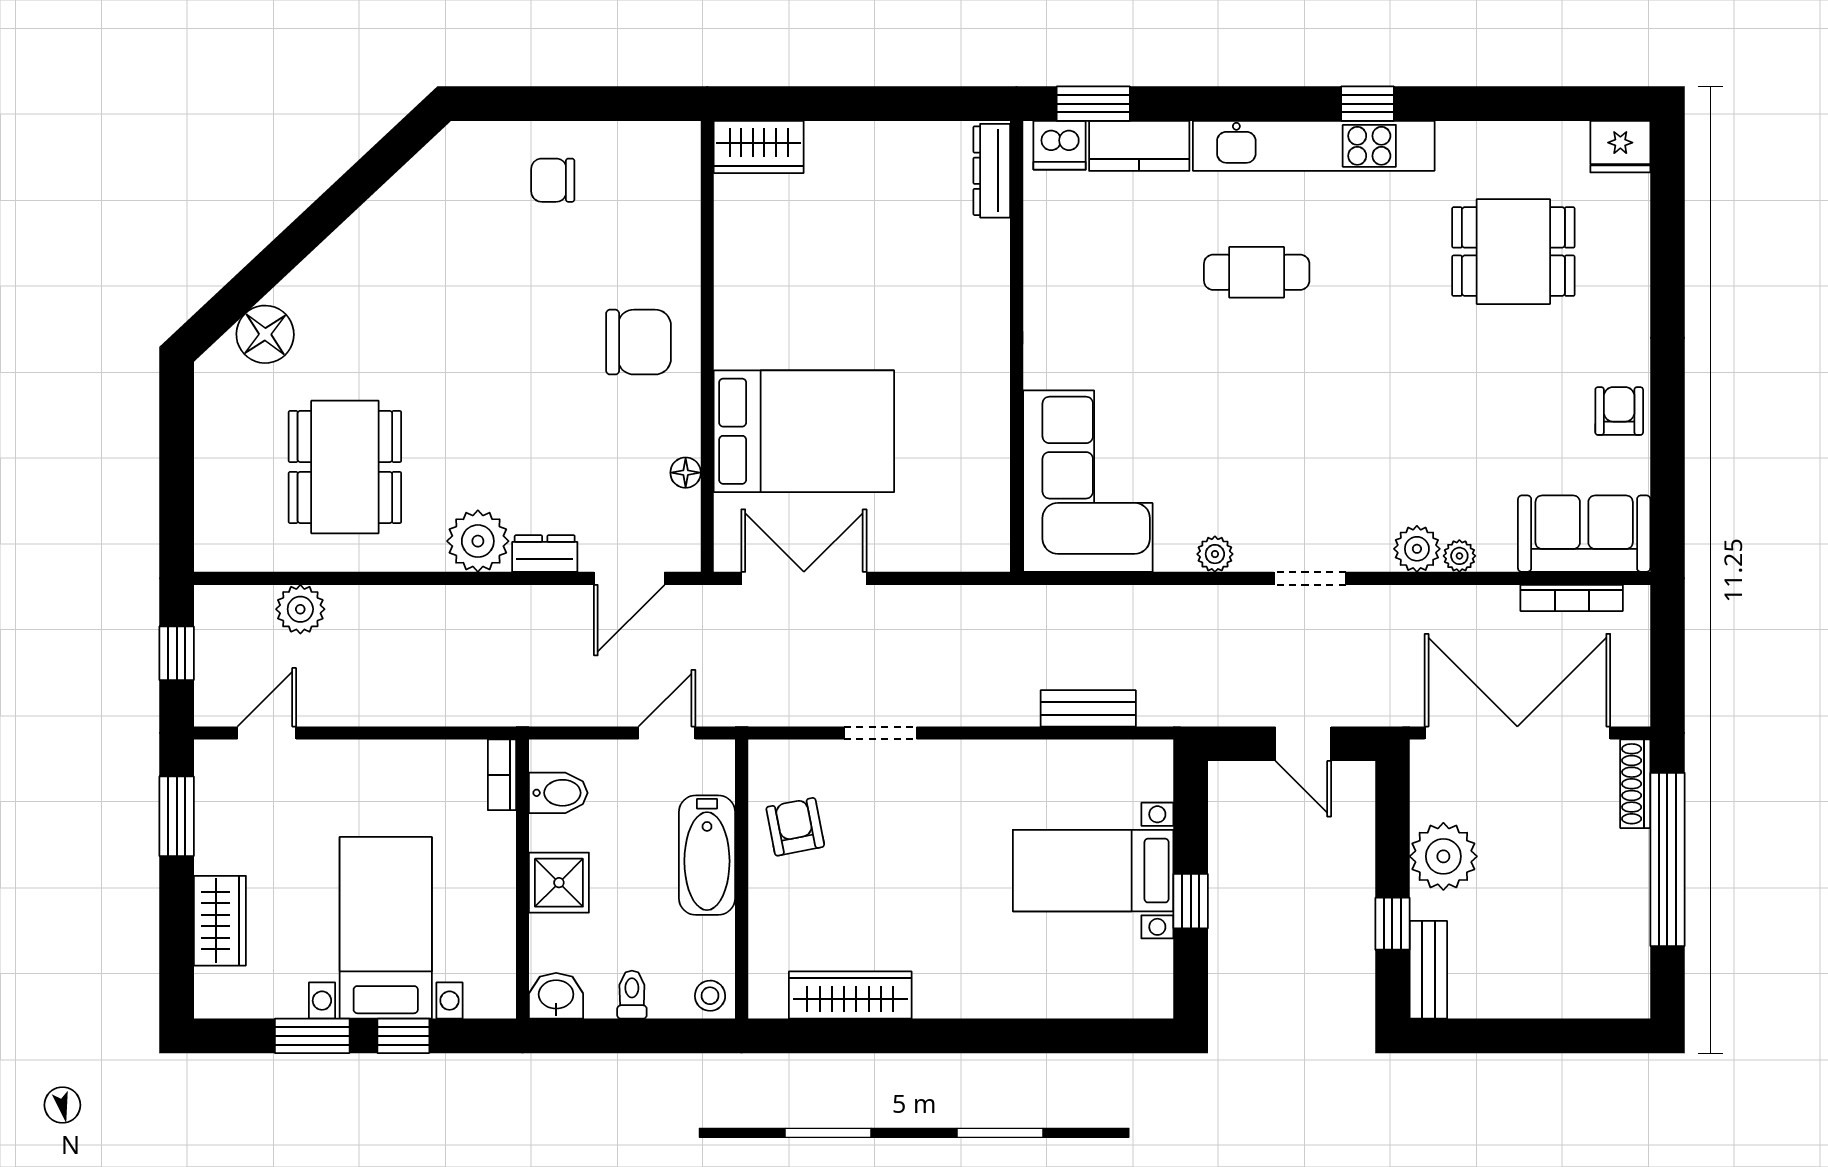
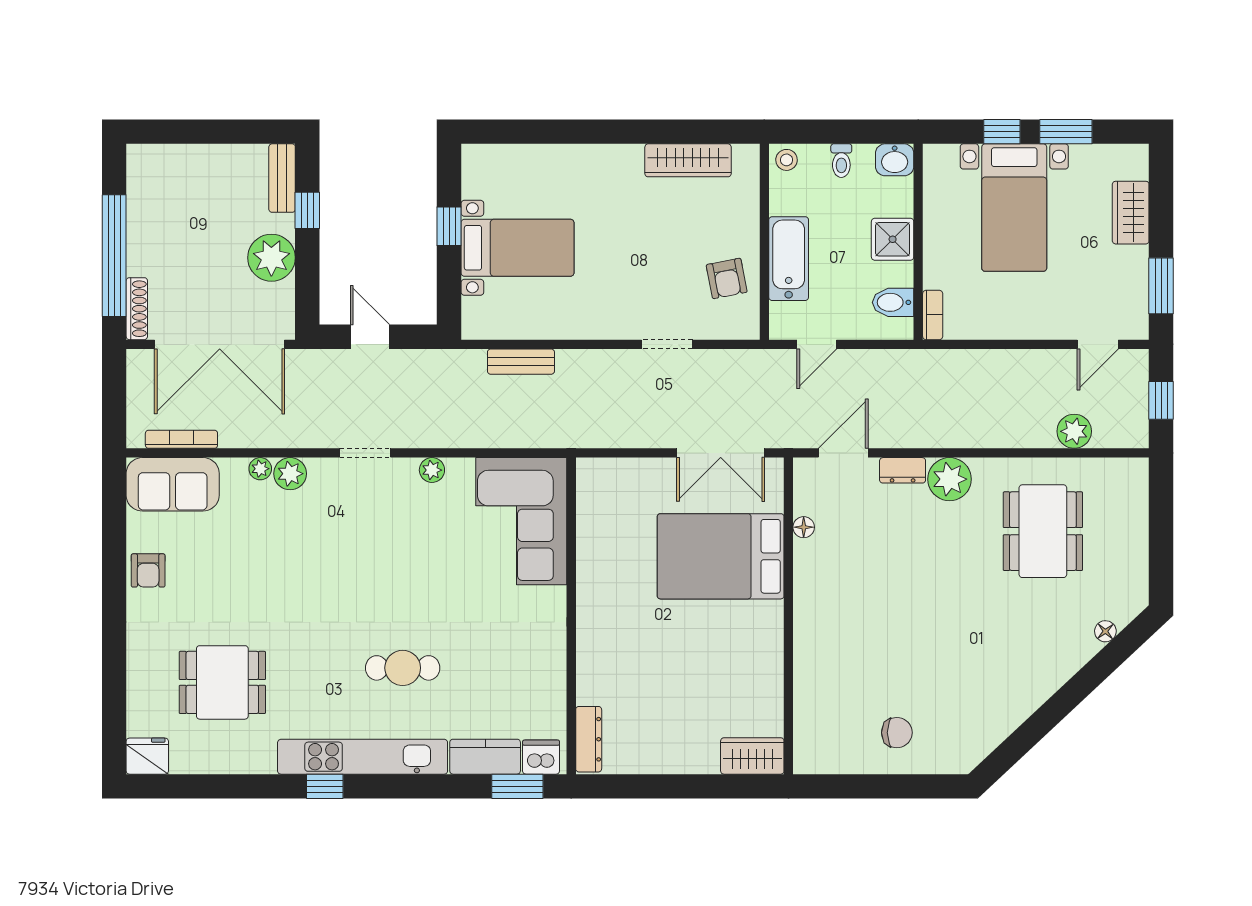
floor lamp: (265, 334) -> (1105, 631), width x0.53, depth x0.53
chair: (639, 342) -> (837, 619), removed

